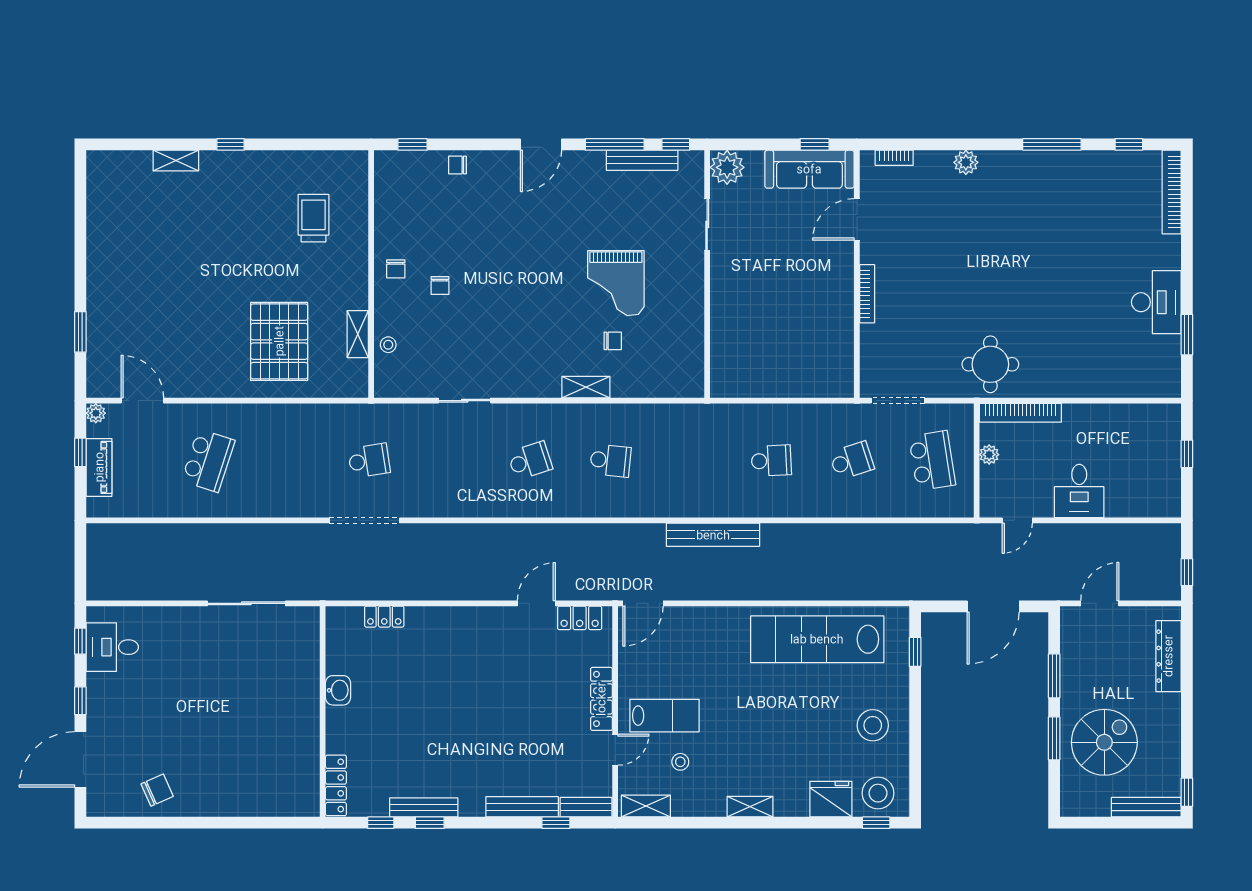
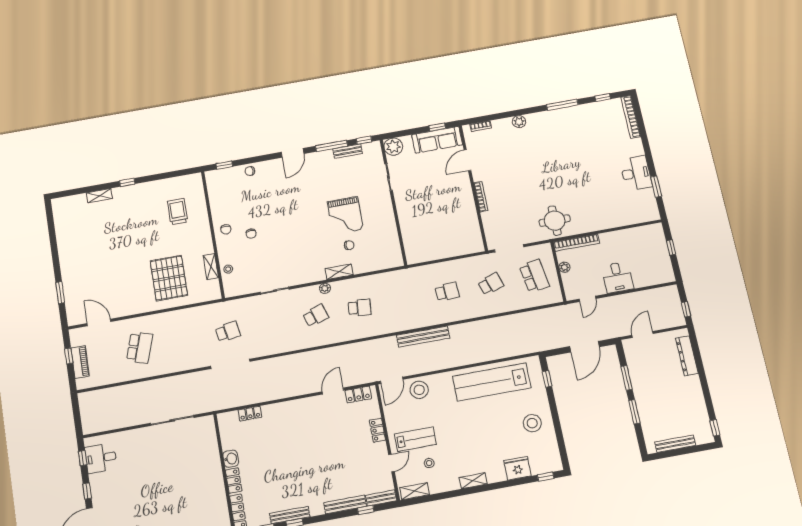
bench: (642, 160) -> (348, 151), width x0.73
plant: (96, 413) -> (325, 288), moved
locker: (601, 699) -> (377, 430), width x0.66
locker: (337, 729) -> (234, 480), added
spiral stairs: (1104, 742) -> (663, 409), removed
stool: (878, 793) -> (419, 390), moved
bench: (1146, 807) -> (675, 444), moved

